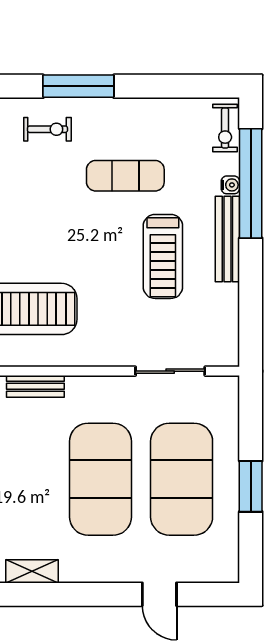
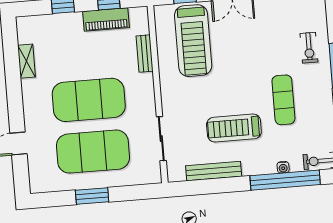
bench: (227, 239) -> (214, 171), moved

